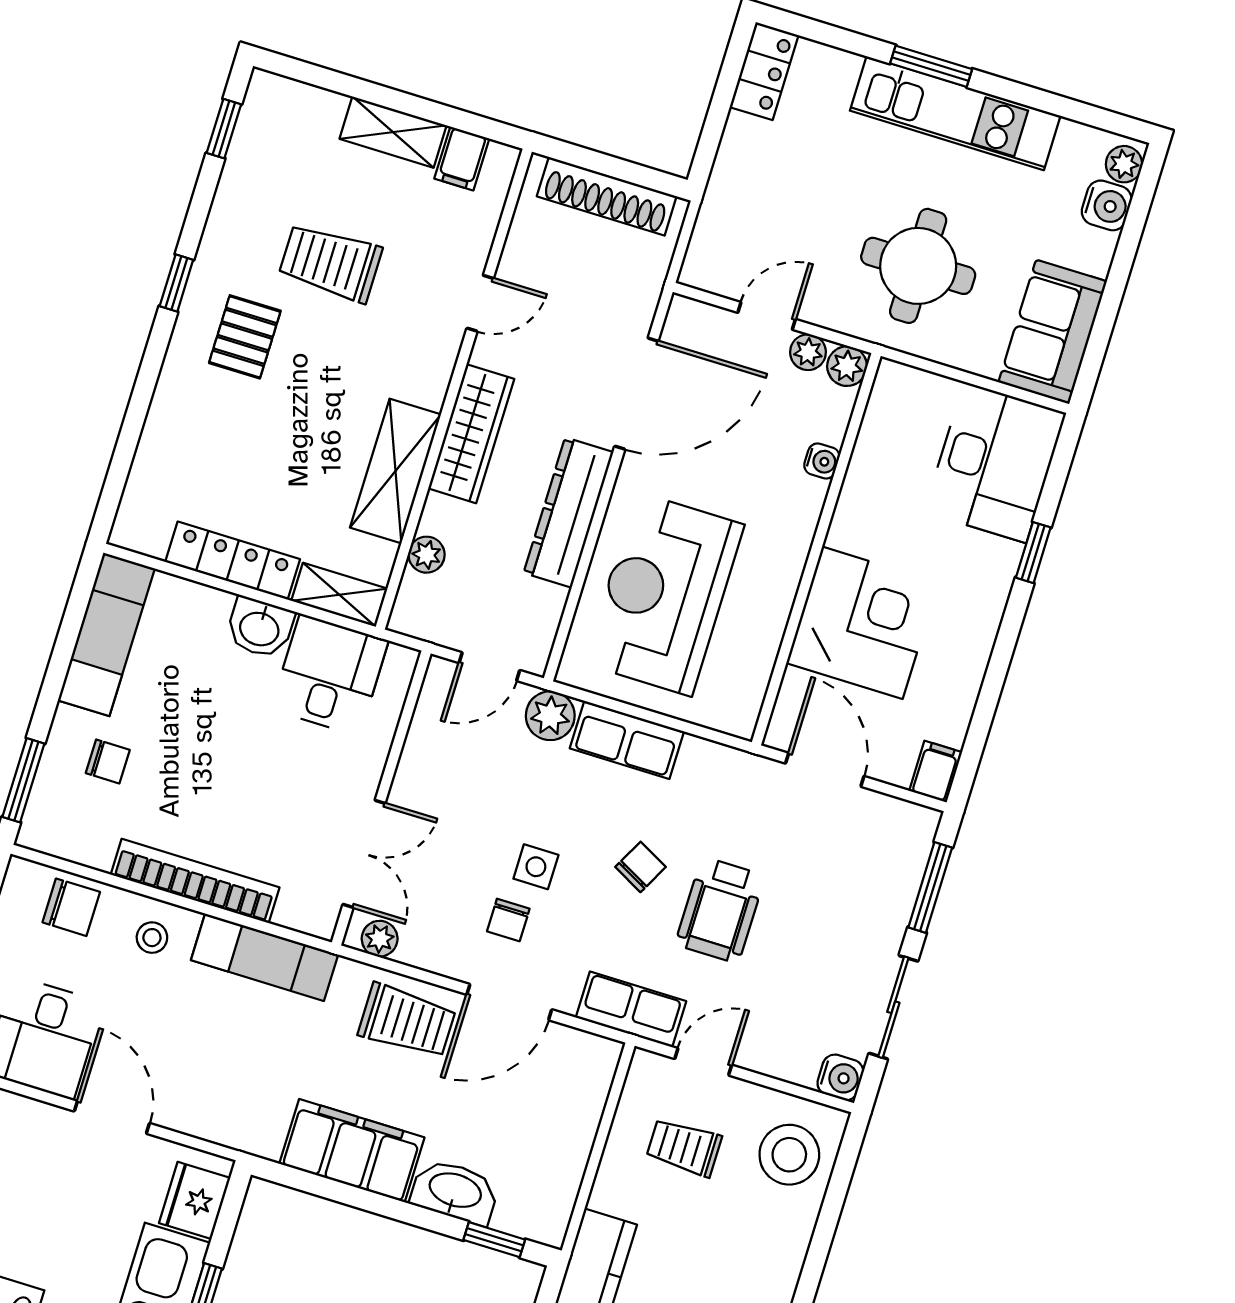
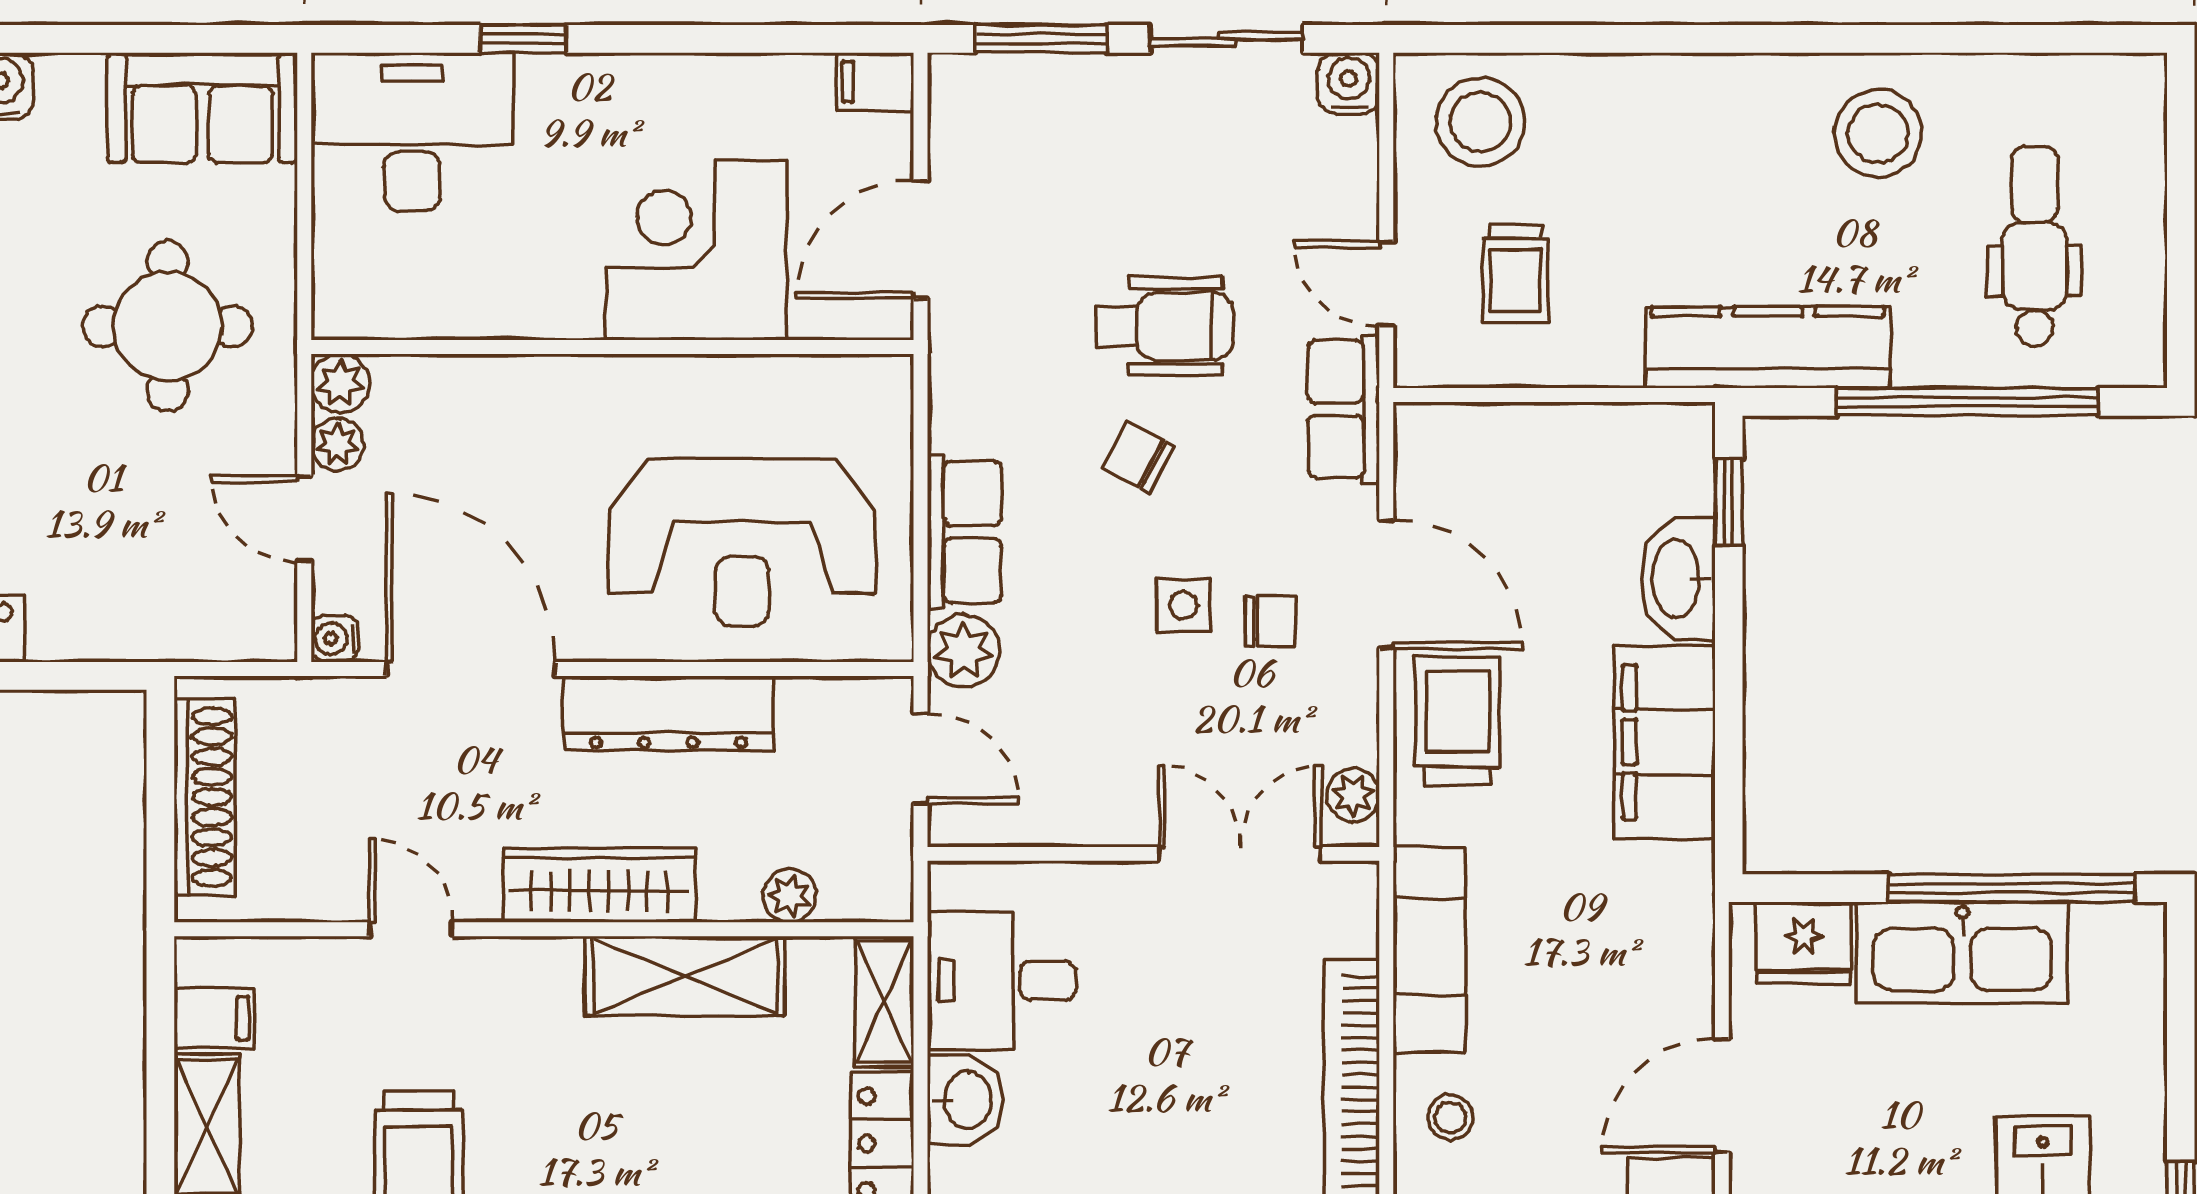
water cooler: (822, 461) -> (335, 639), moved, turned -90

